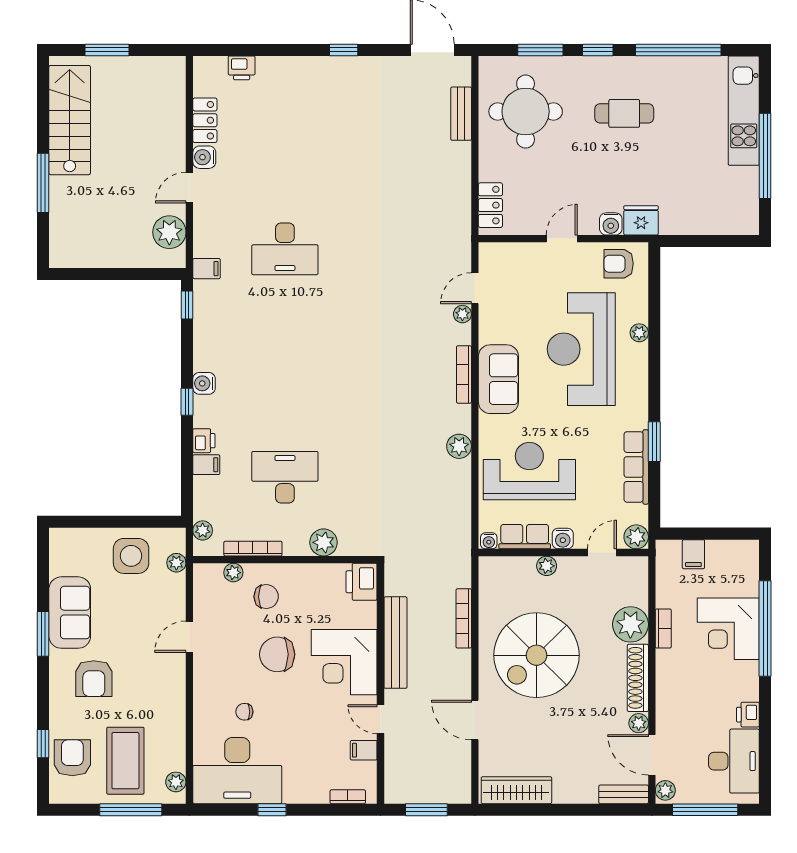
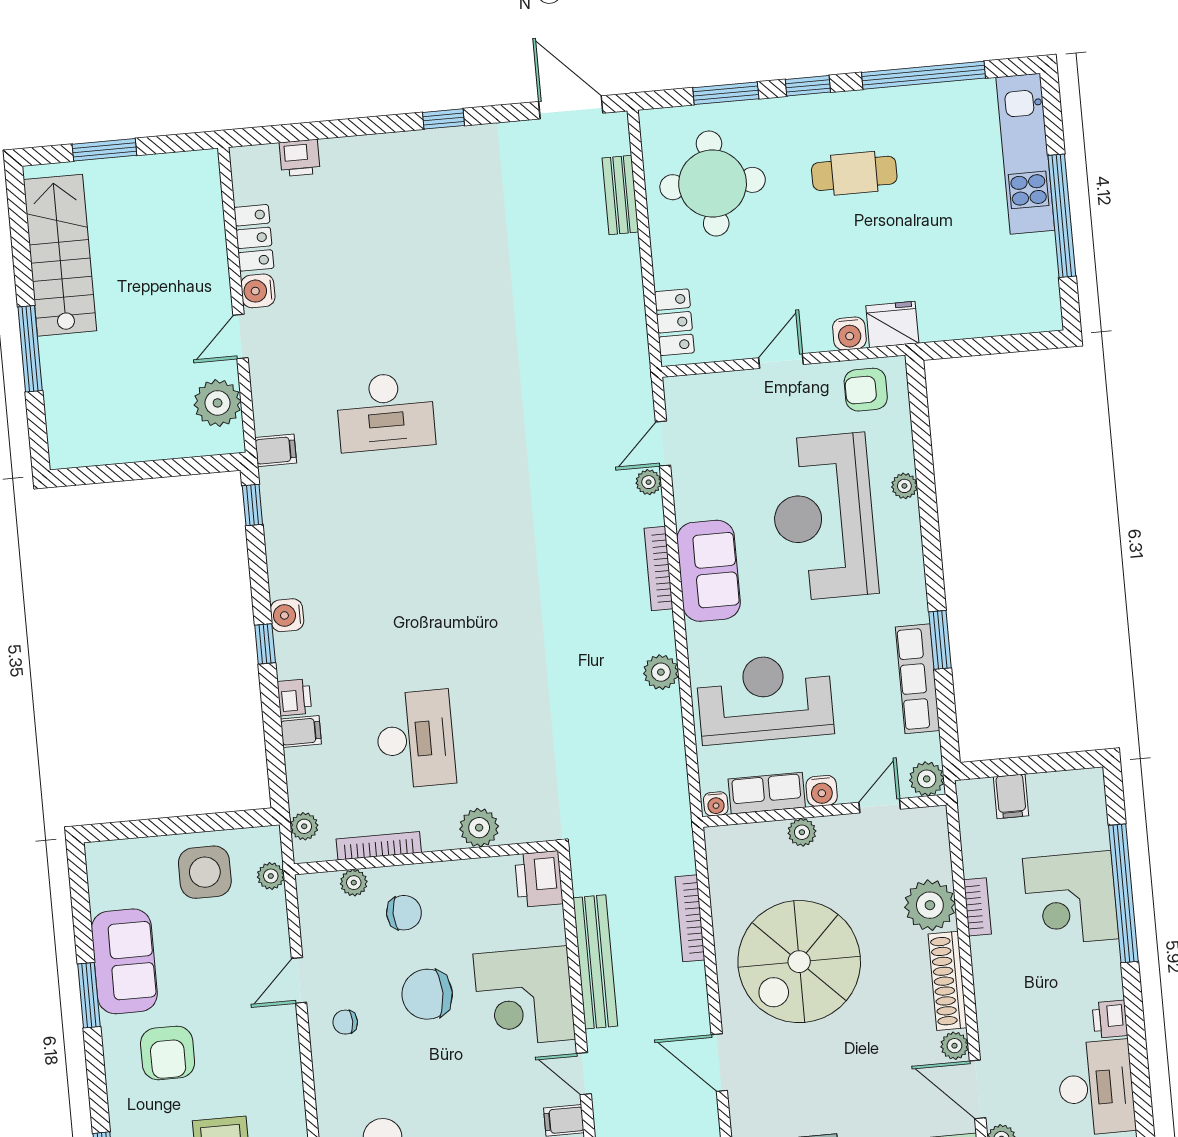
desk: (285, 477) -> (415, 739), turned 90
chair: (244, 712) -> (345, 1022), moved

